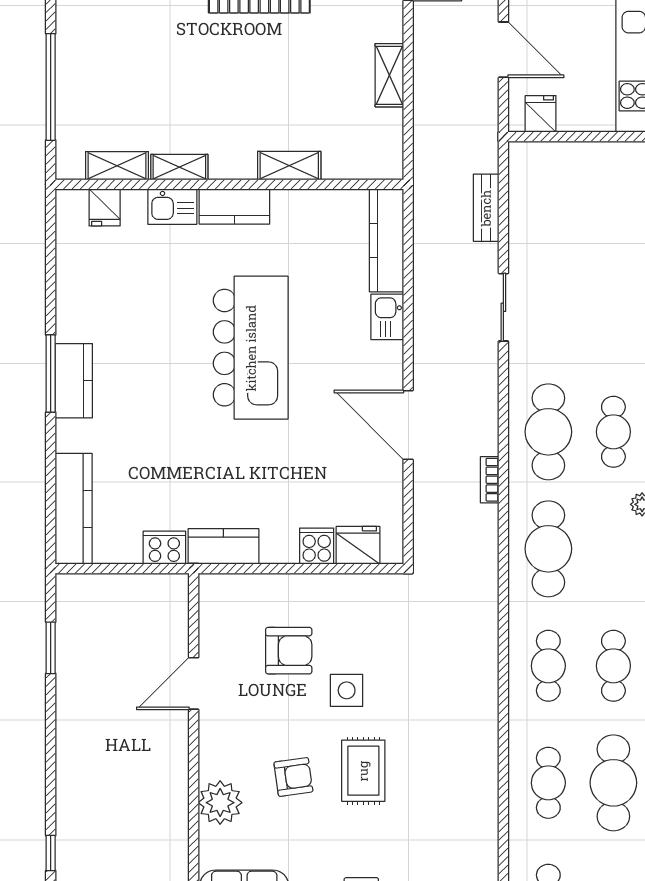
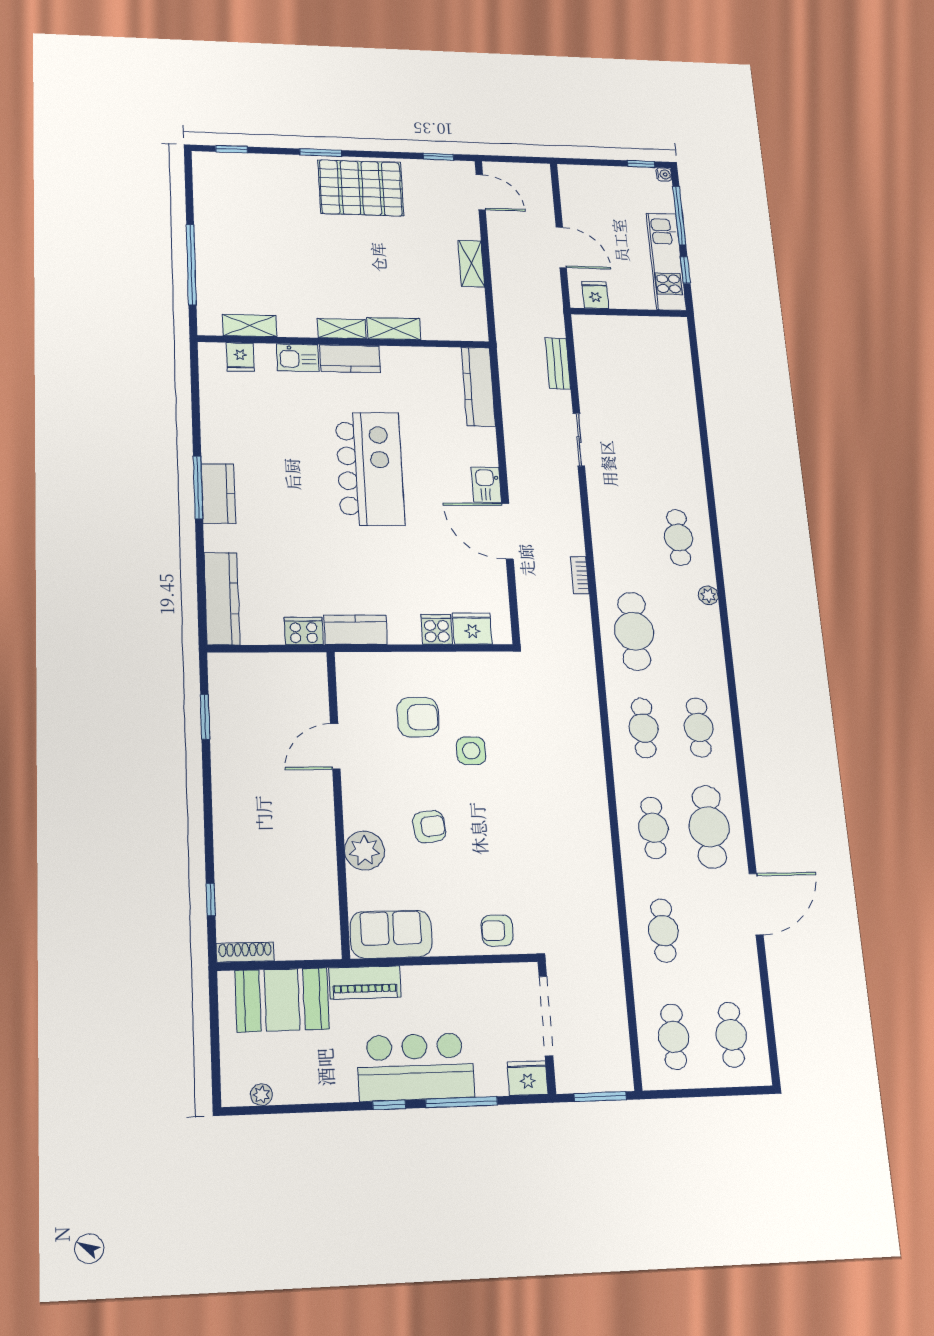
shelving: (179, 167) -> (342, 329), moved
kitchen sink: (387, 317) -> (486, 485), moved
cafe table: (548, 432) -> (625, 537), removed
rug: (363, 771) -> (491, 820), removed

